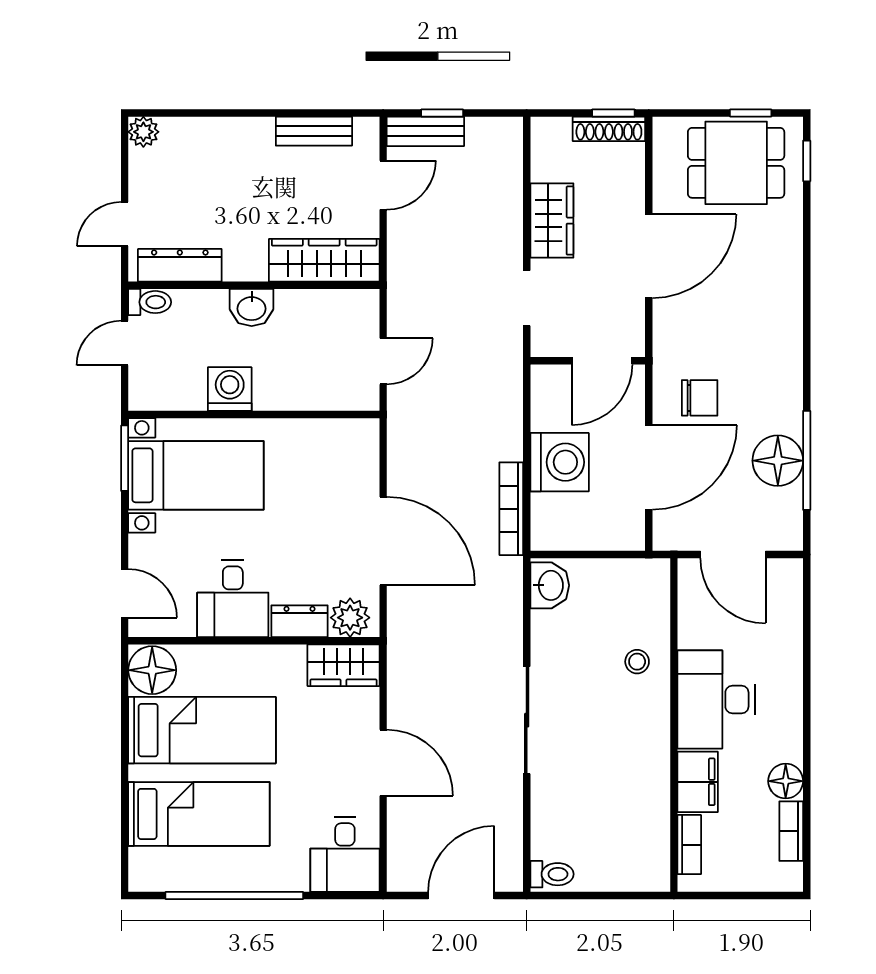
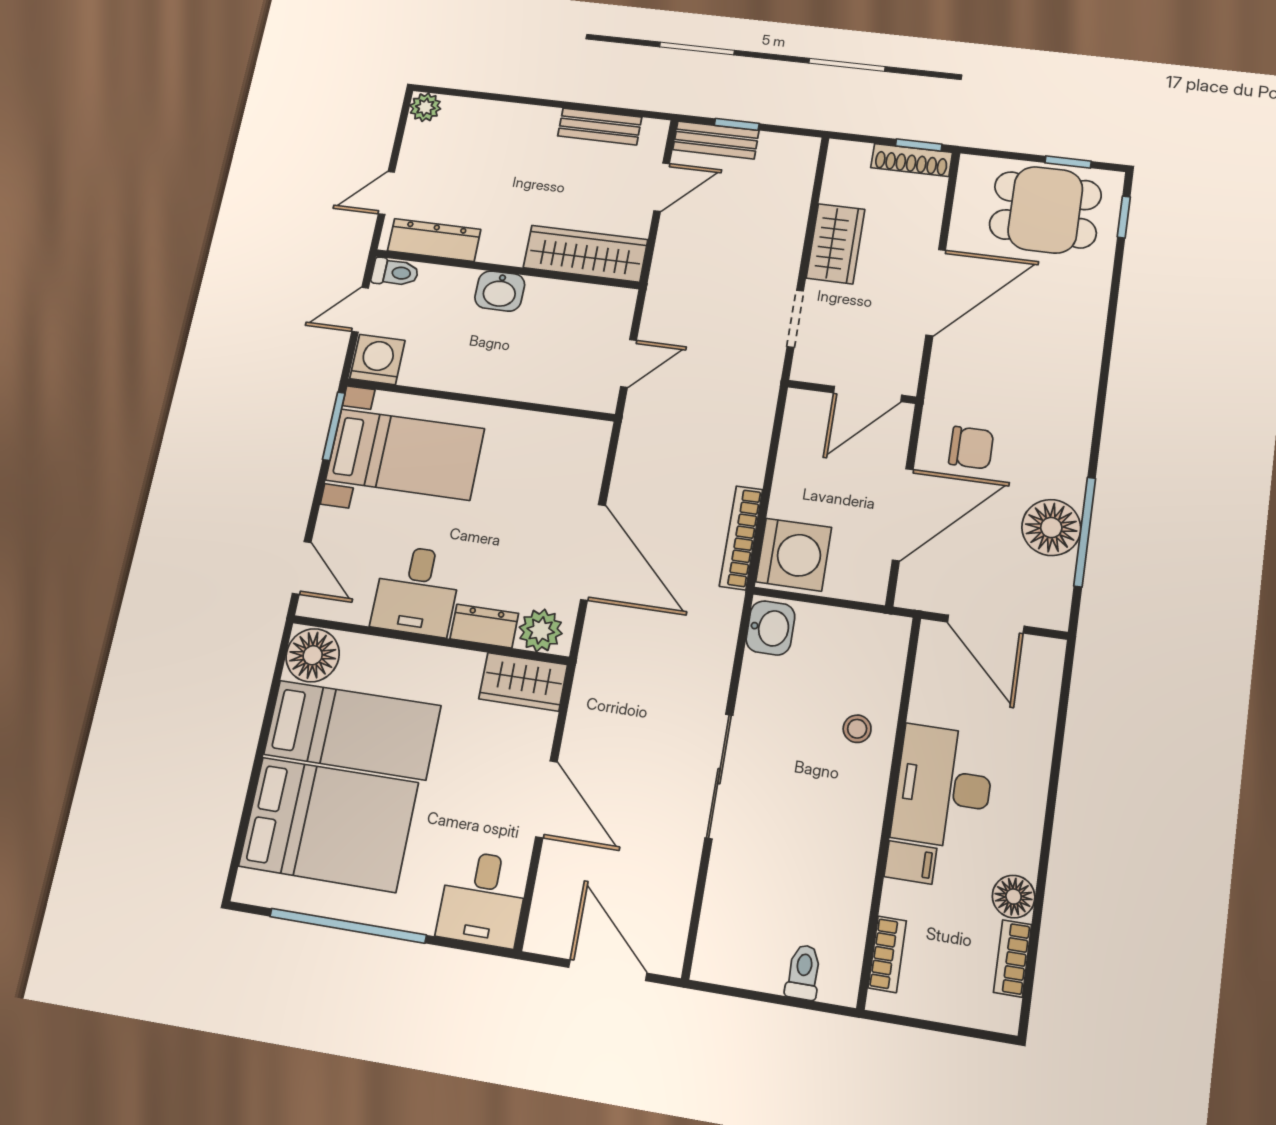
washing machine: (230, 389) -> (377, 360), moved
washing machine: (560, 462) -> (794, 555), moved
filing cabinet: (698, 782) -> (910, 862), width x0.50
bed: (199, 814) -> (329, 824), width x1.50
toilet: (552, 874) -> (803, 972), moved, turned -90
door: (461, 896) -> (608, 970), hinge flipped

